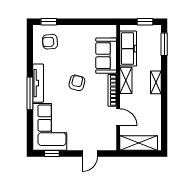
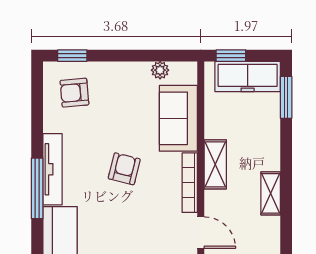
window: (145, 22) -> (231, 56), moved
plant: (96, 30) -> (160, 70), added
freezer: (128, 49) -> (248, 77), moved, turned 90
shelving: (156, 82) -> (271, 193), moved

